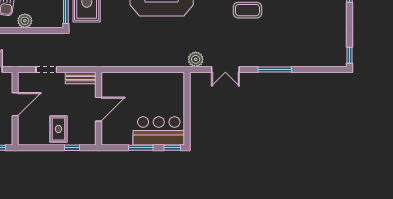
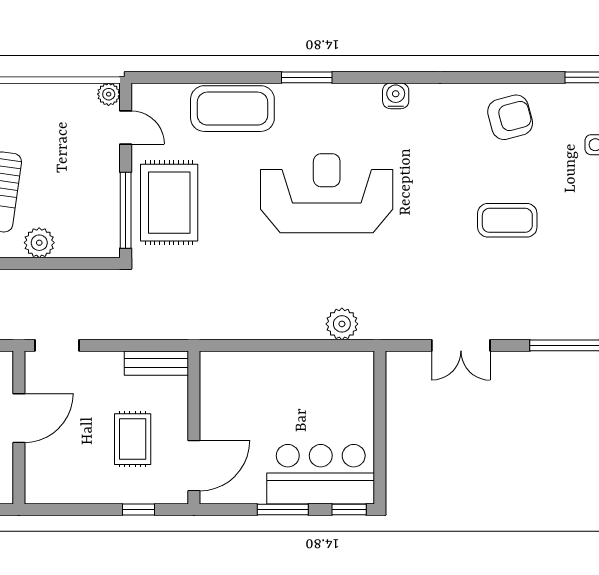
plant: (196, 59) -> (342, 324), moved
doorway: (46, 70) -> (57, 345), moved
door: (98, 109) -> (194, 466), moved
rug: (58, 129) -> (133, 439), moved

